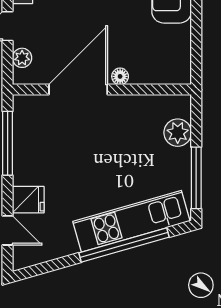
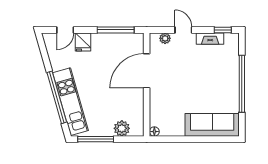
floor lamp: (120, 76) -> (154, 132), moved
door: (78, 90) -> (147, 71), swing flipped

